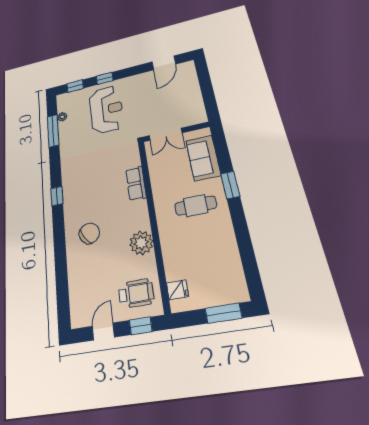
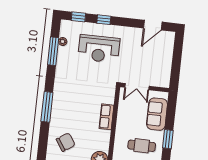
reception desk: (106, 109) -> (99, 49), turned 90
window: (57, 196) -> (47, 107), width x2.17

